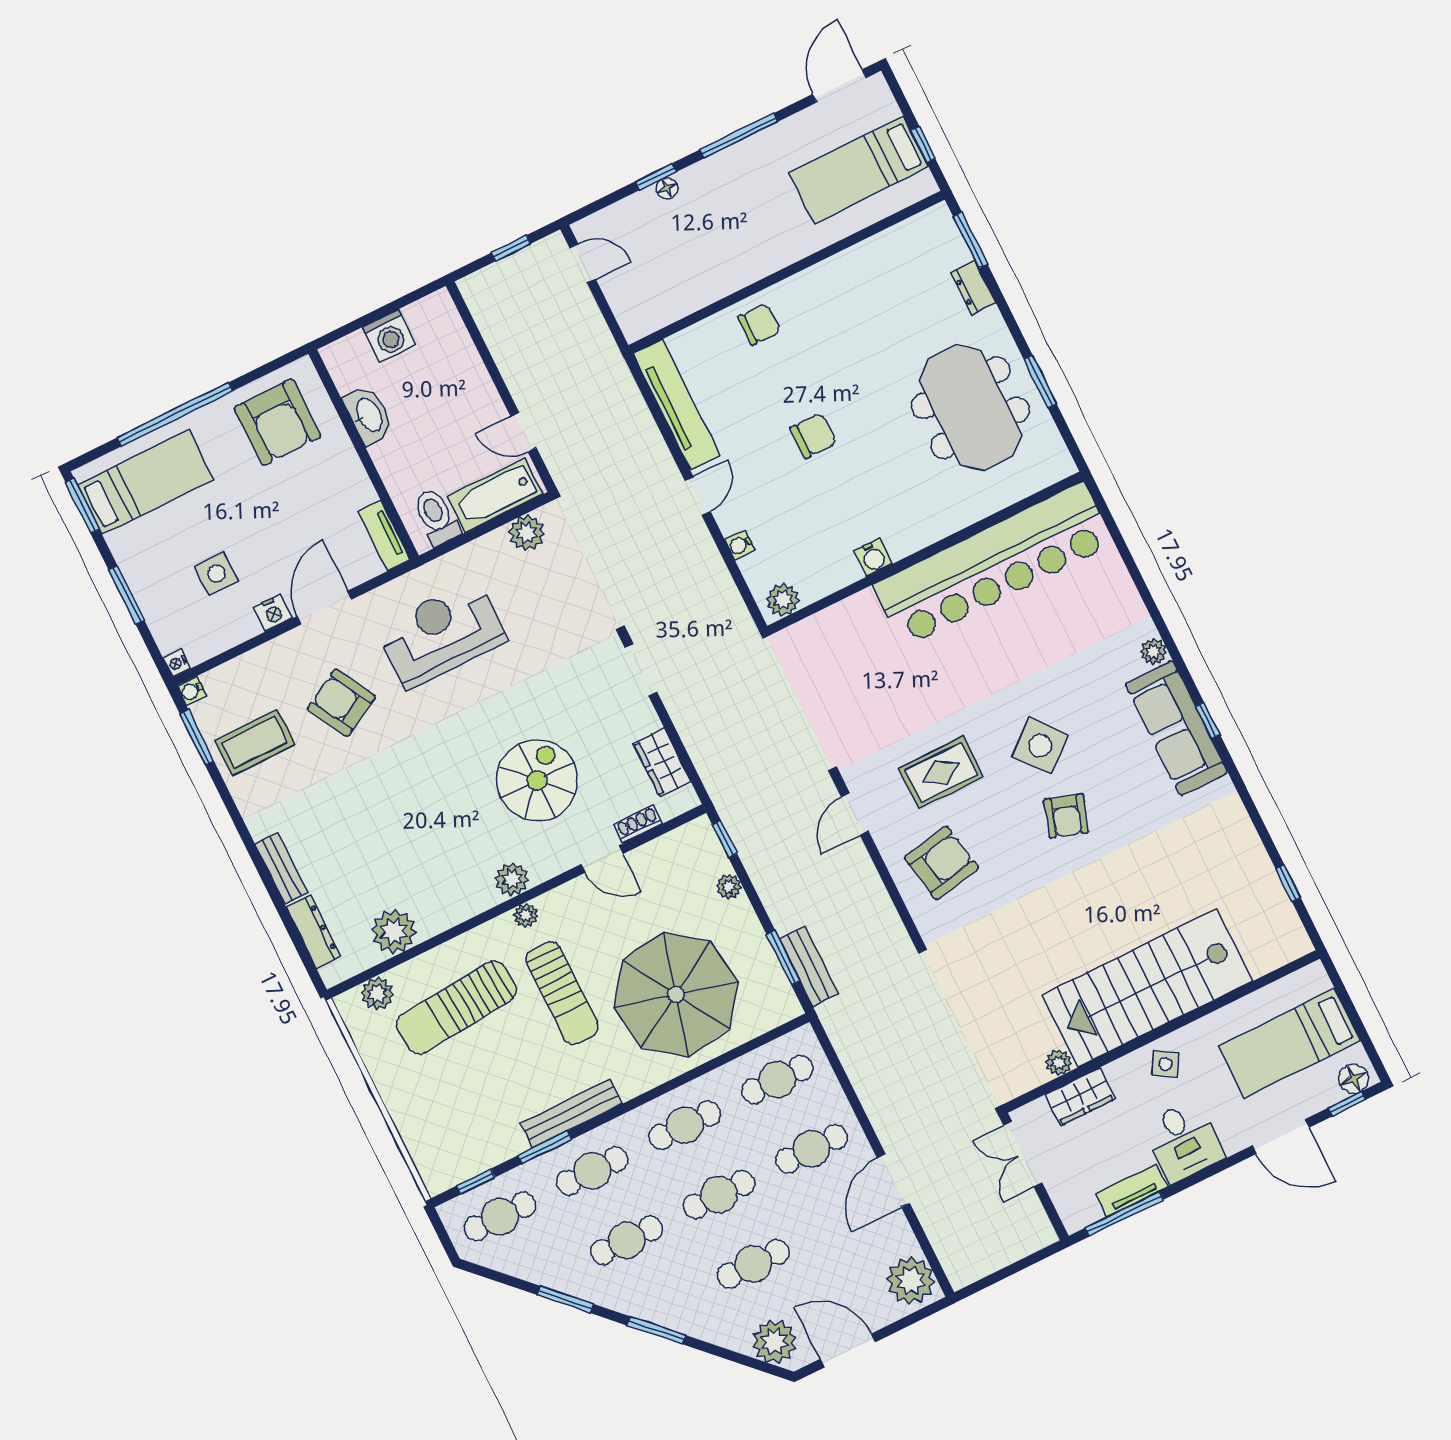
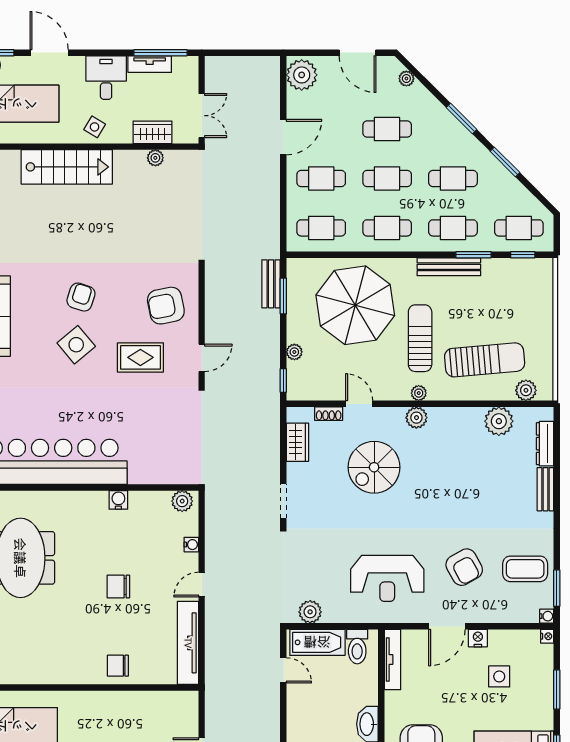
tv unit: (384, 536) -> (392, 660), width x1.41
stairs: (1147, 988) -> (67, 167), width x0.73, depth x0.66
plant: (774, 1342) -> (406, 79), width x0.53, depth x0.53

